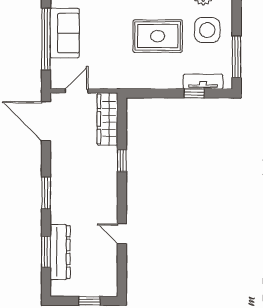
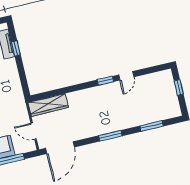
window: (122, 160) -> (105, 81), moved
dresser: (60, 252) -> (149, 116), removed

